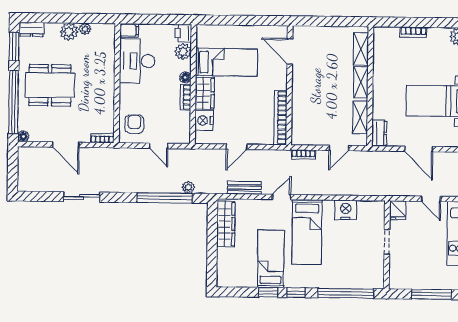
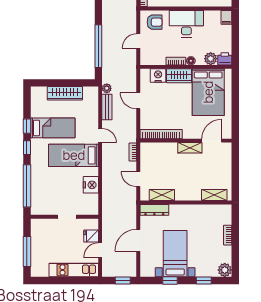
desk: (137, 61) -> (186, 24), moved
bed: (226, 62) -> (208, 92), width x1.50
shelving: (361, 82) -> (190, 148), moved
dresser: (379, 133) -> (154, 210), width x1.44
plant: (188, 187) -> (107, 88), moved
fridge: (398, 210) -> (91, 236), moved
wardrobe: (226, 224) -> (65, 93), moved

